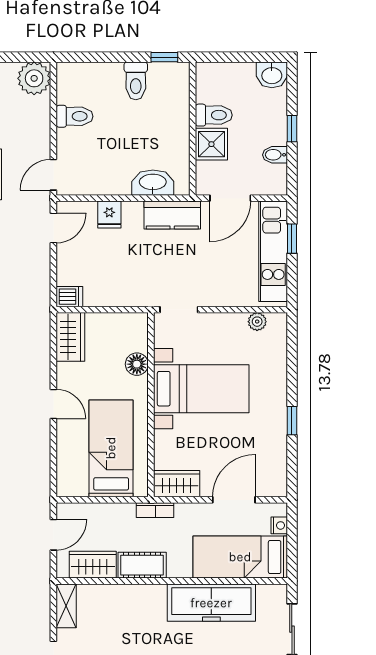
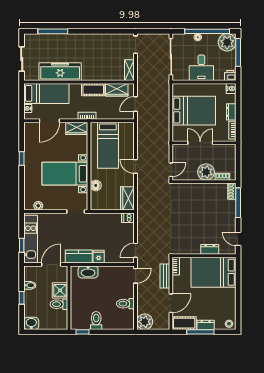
fridge: (109, 215) -> (99, 257), moved

